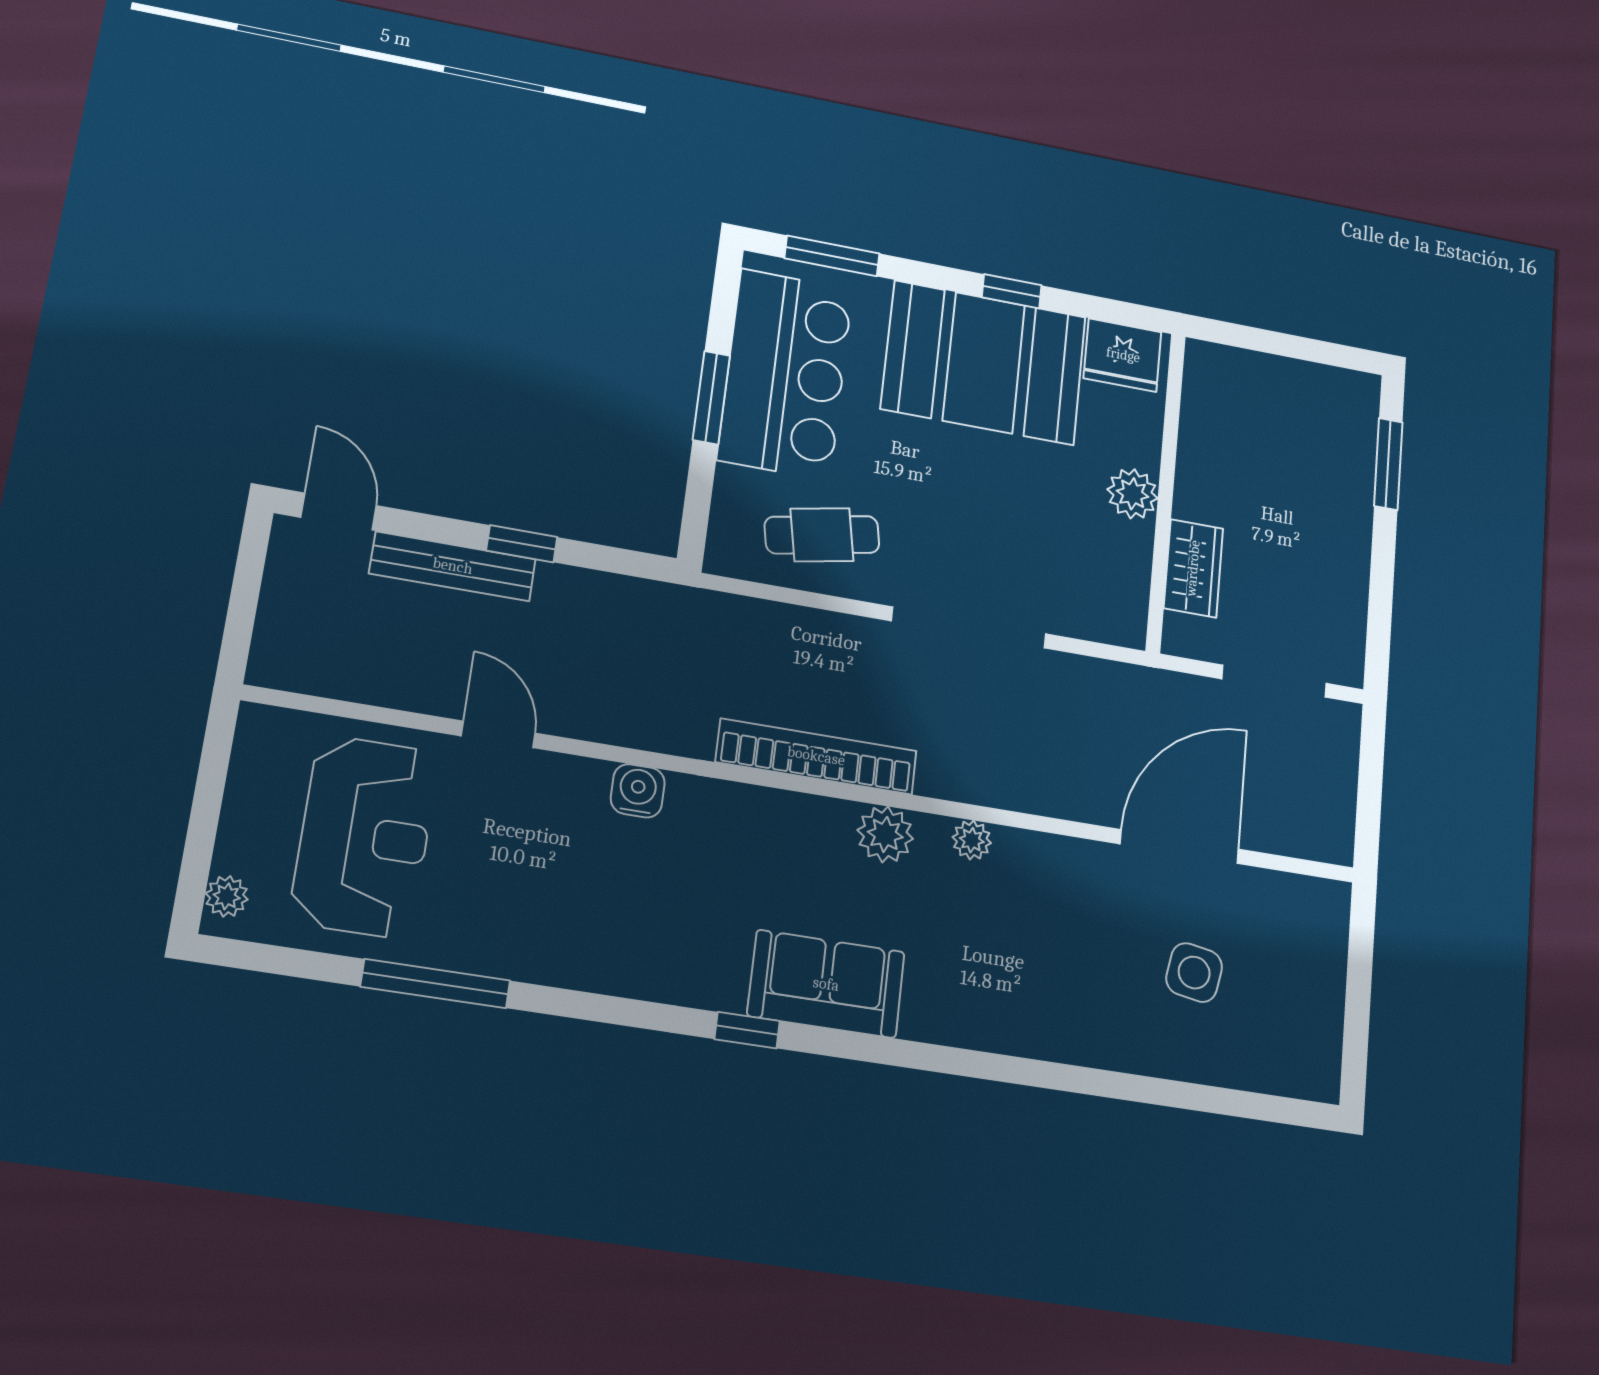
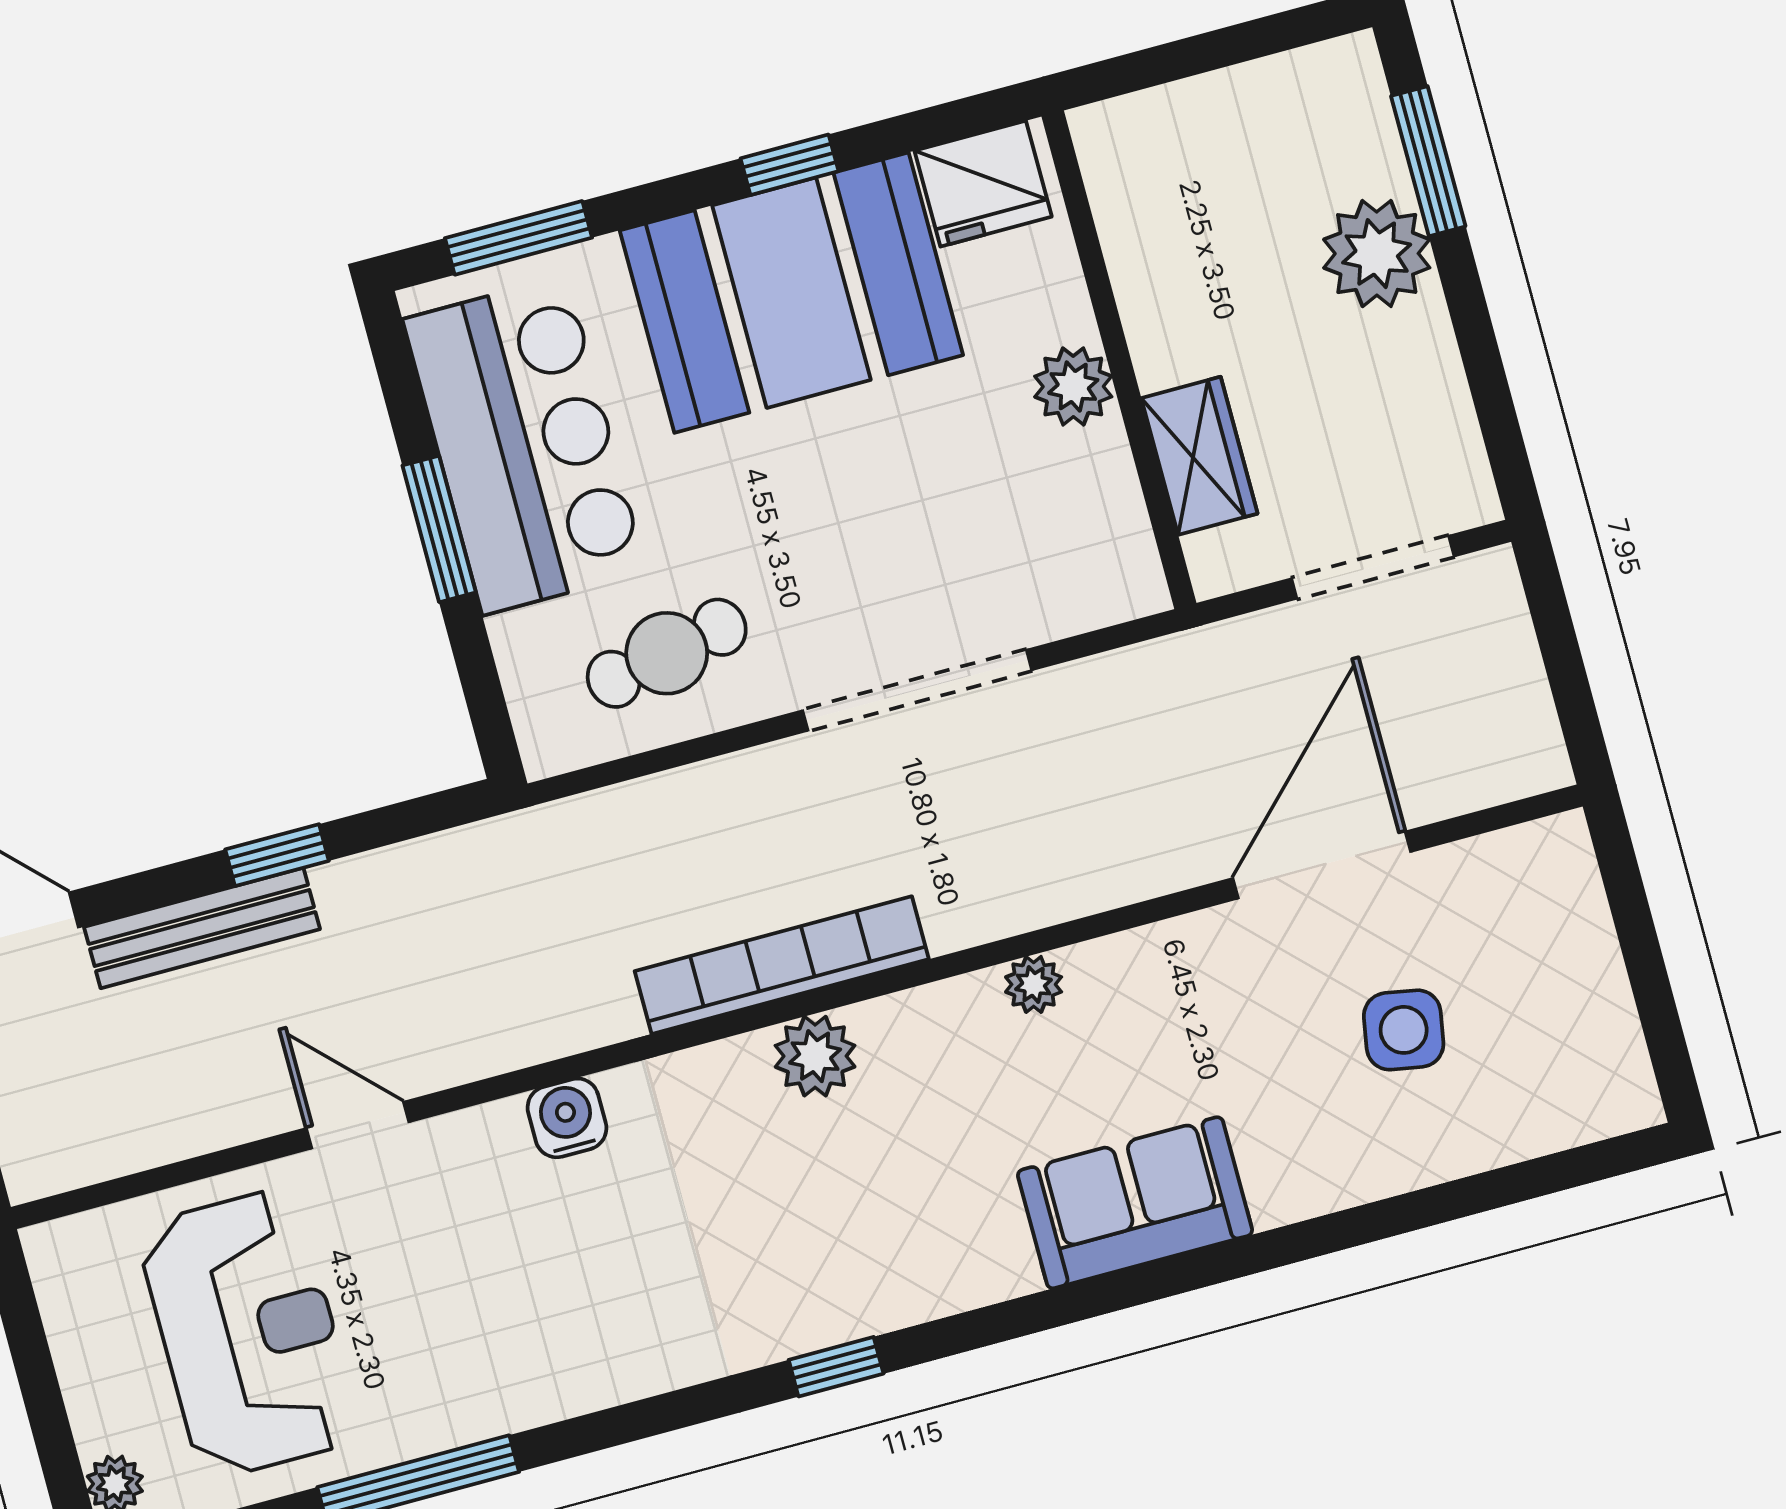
plant: (1340, 502) -> (1377, 254), added
plant: (885, 834) -> (815, 1056), moved
sofa: (826, 984) -> (1135, 1203), moved

